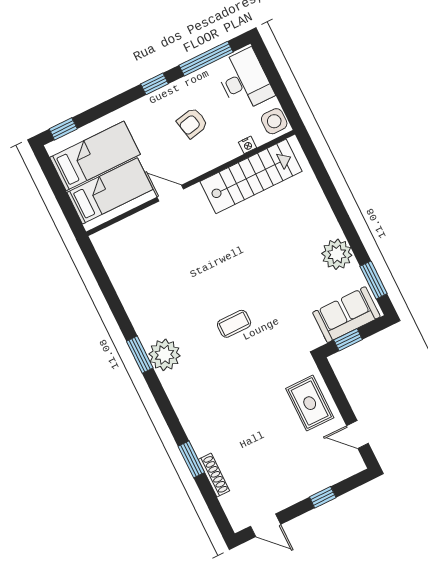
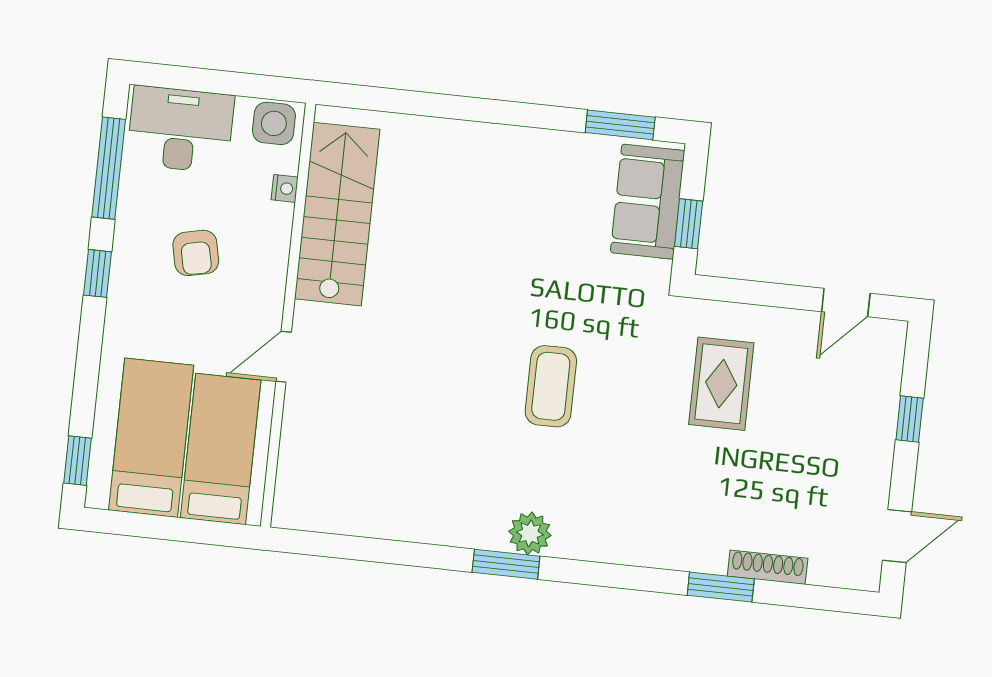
plant: (337, 254) -> (544, 157), removed
coffee table: (234, 324) -> (551, 386), width x1.36, depth x1.30
plant: (165, 355) -> (530, 533), width x0.73, depth x0.73
rug: (310, 403) -> (721, 384), moved, turned 90

